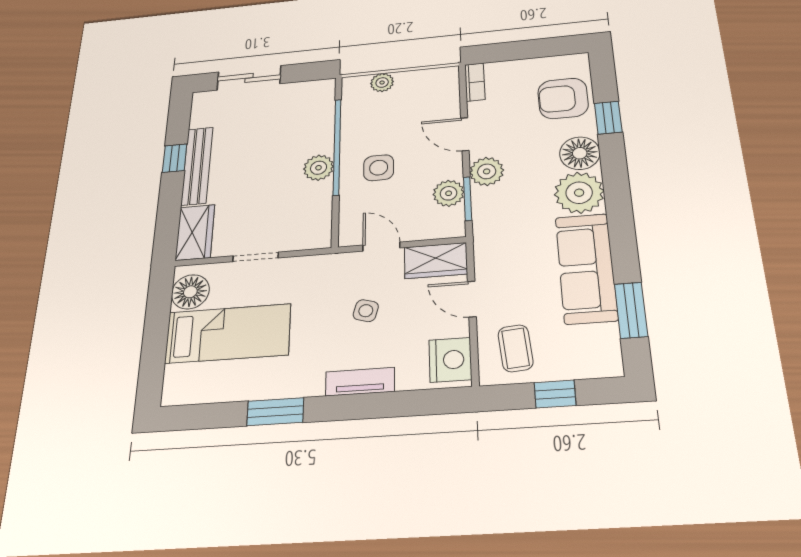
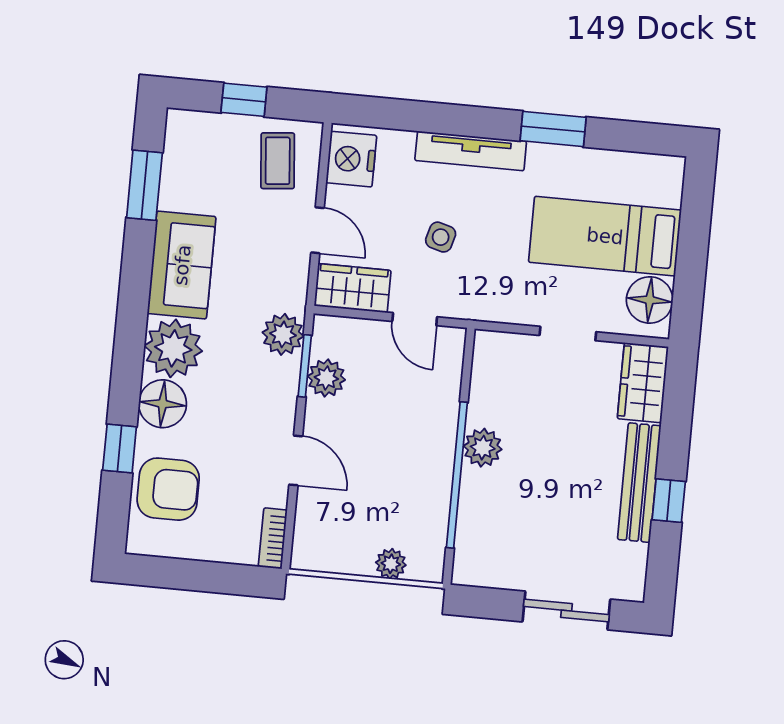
side table: (379, 168) -> (407, 432), removed
plant: (487, 171) -> (283, 334), moved
sofa: (586, 268) -> (182, 265), width x0.73
tv unit: (360, 382) -> (471, 151), width x1.41

